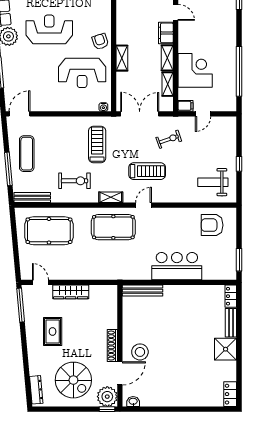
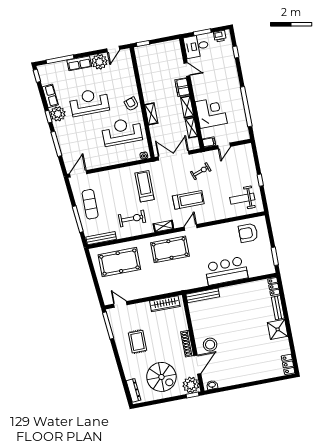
reception desk: (82, 73) -> (122, 132), turned 180
wardrobe: (71, 292) -> (165, 304), moved

